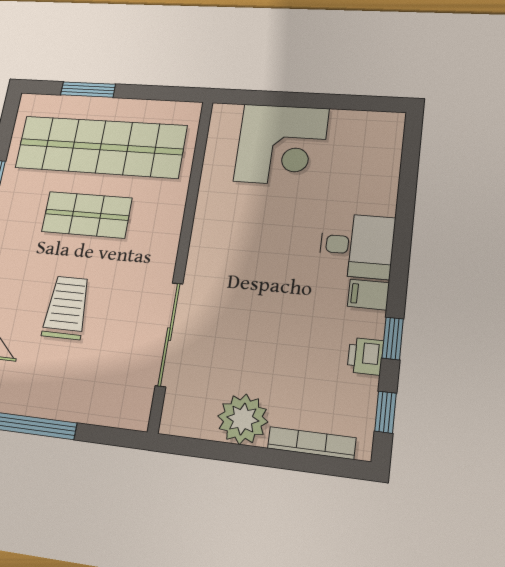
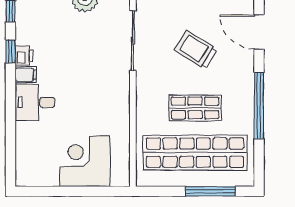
window: (88, 90) -> (211, 191), width x1.44
trolley: (67, 308) -> (196, 50), turned 122
printer: (365, 356) -> (24, 56), moved

